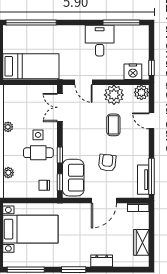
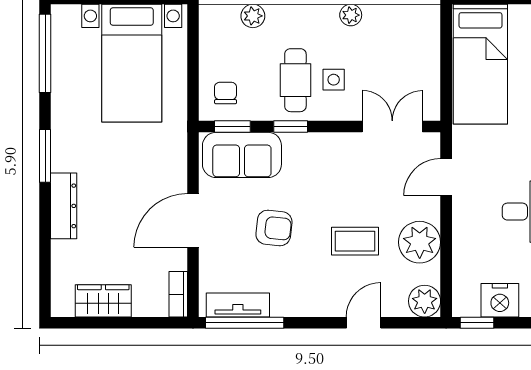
nightstand: (133, 72) -> (500, 300), moved, turned -90
door: (104, 201) -> (193, 220), hinge flipped
dresser: (102, 261) -> (64, 206), width x1.44

